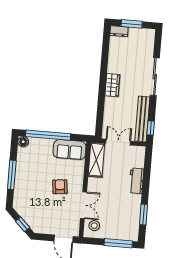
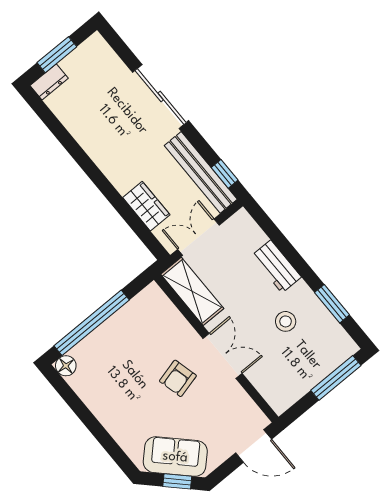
wardrobe: (112, 85) -> (146, 206), moved
sofa: (69, 150) -> (175, 457), moved, turned -135
window: (12, 175) -> (95, 427), removed
armchair: (60, 187) -> (178, 378), turned -98
double door: (84, 205) -> (222, 356), moved
stool: (94, 226) -> (286, 321), moved

